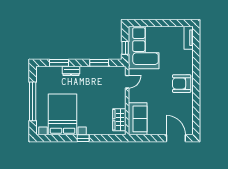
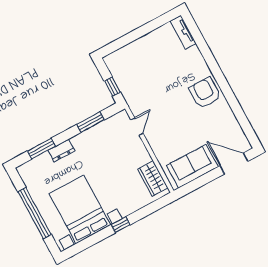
corner sofa: (144, 47) -> (135, 74), removed
armchair: (182, 84) -> (205, 93), turned 90
sofa: (138, 119) -> (192, 166), moved, turned -90

